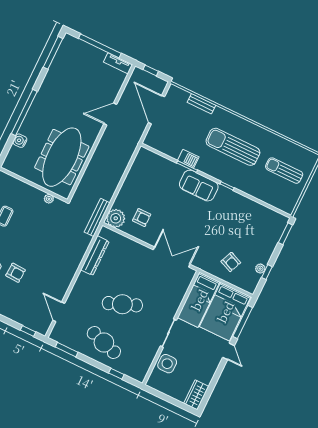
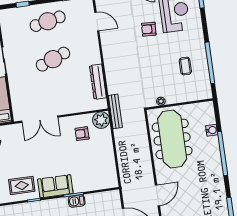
rug: (229, 207) -> (22, 185), added
cafe table: (104, 342) -> (48, 21), turned -30

